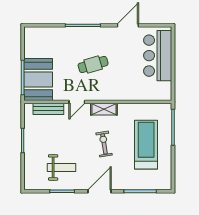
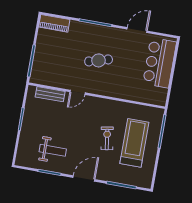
piano: (40, 34) -> (54, 23), added
booth: (38, 79) -> (45, 65), removed
shelving: (104, 109) -> (101, 103), removed
exercise bike: (104, 144) -> (107, 138), moved

